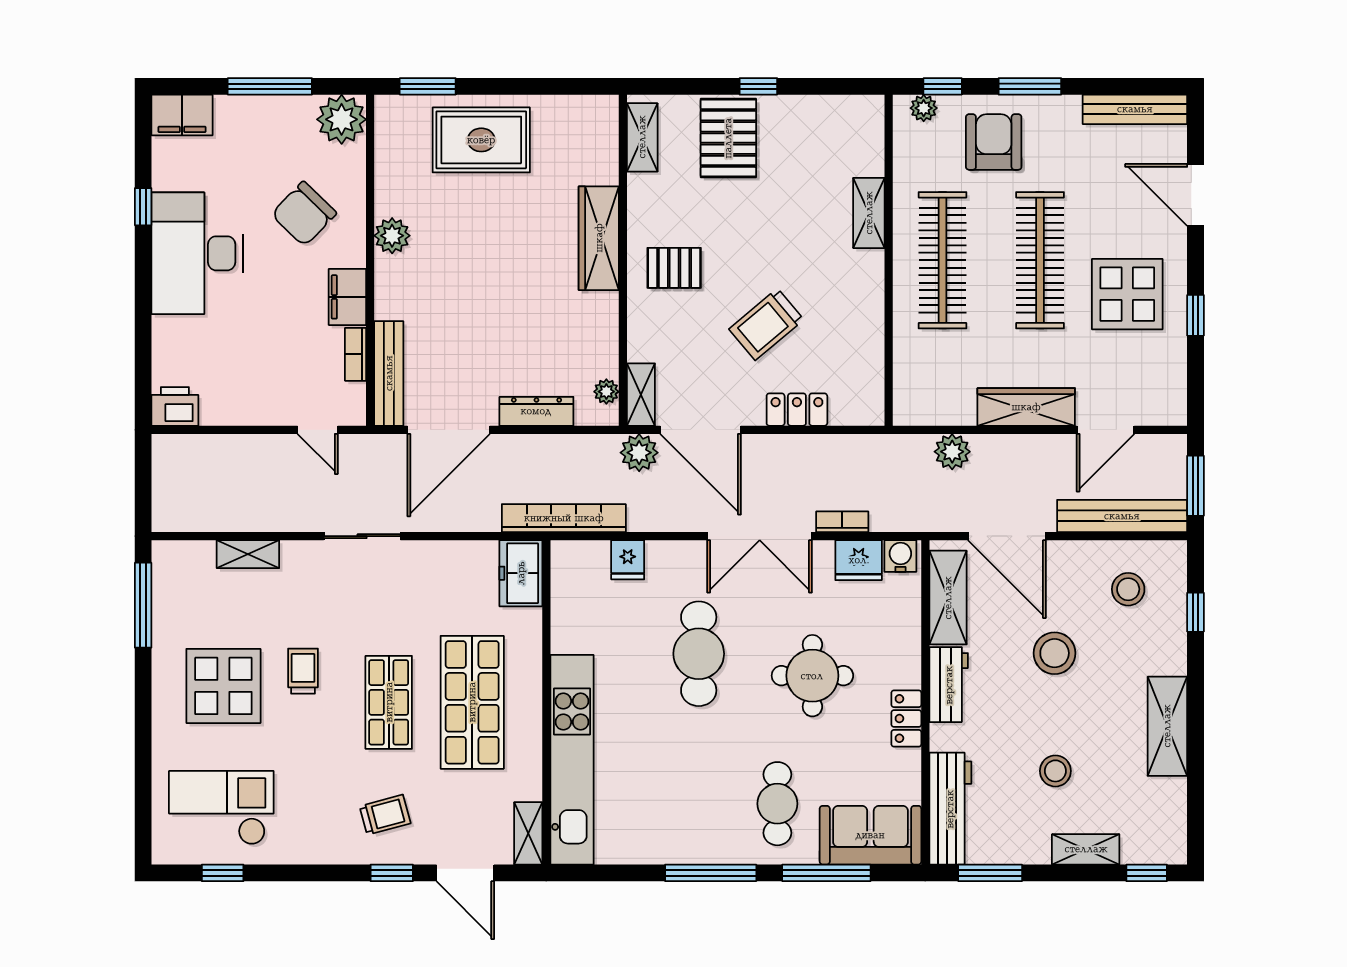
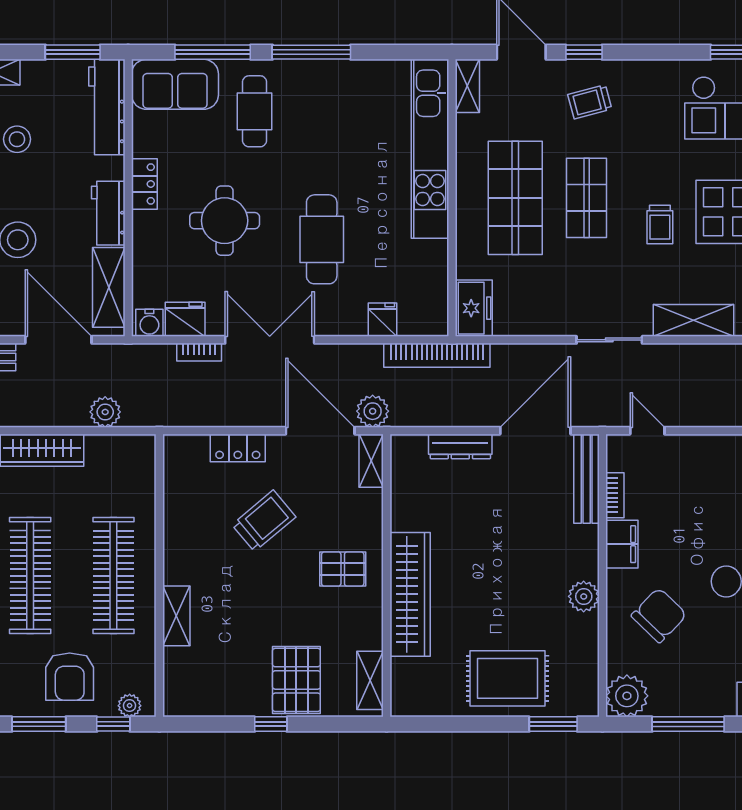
wardrobe: (599, 238) -> (410, 594), width x1.40, depth x1.17
plant: (606, 392) -> (401, 463), removed
shelving: (248, 554) -> (694, 320), width x1.50, depth x1.33

